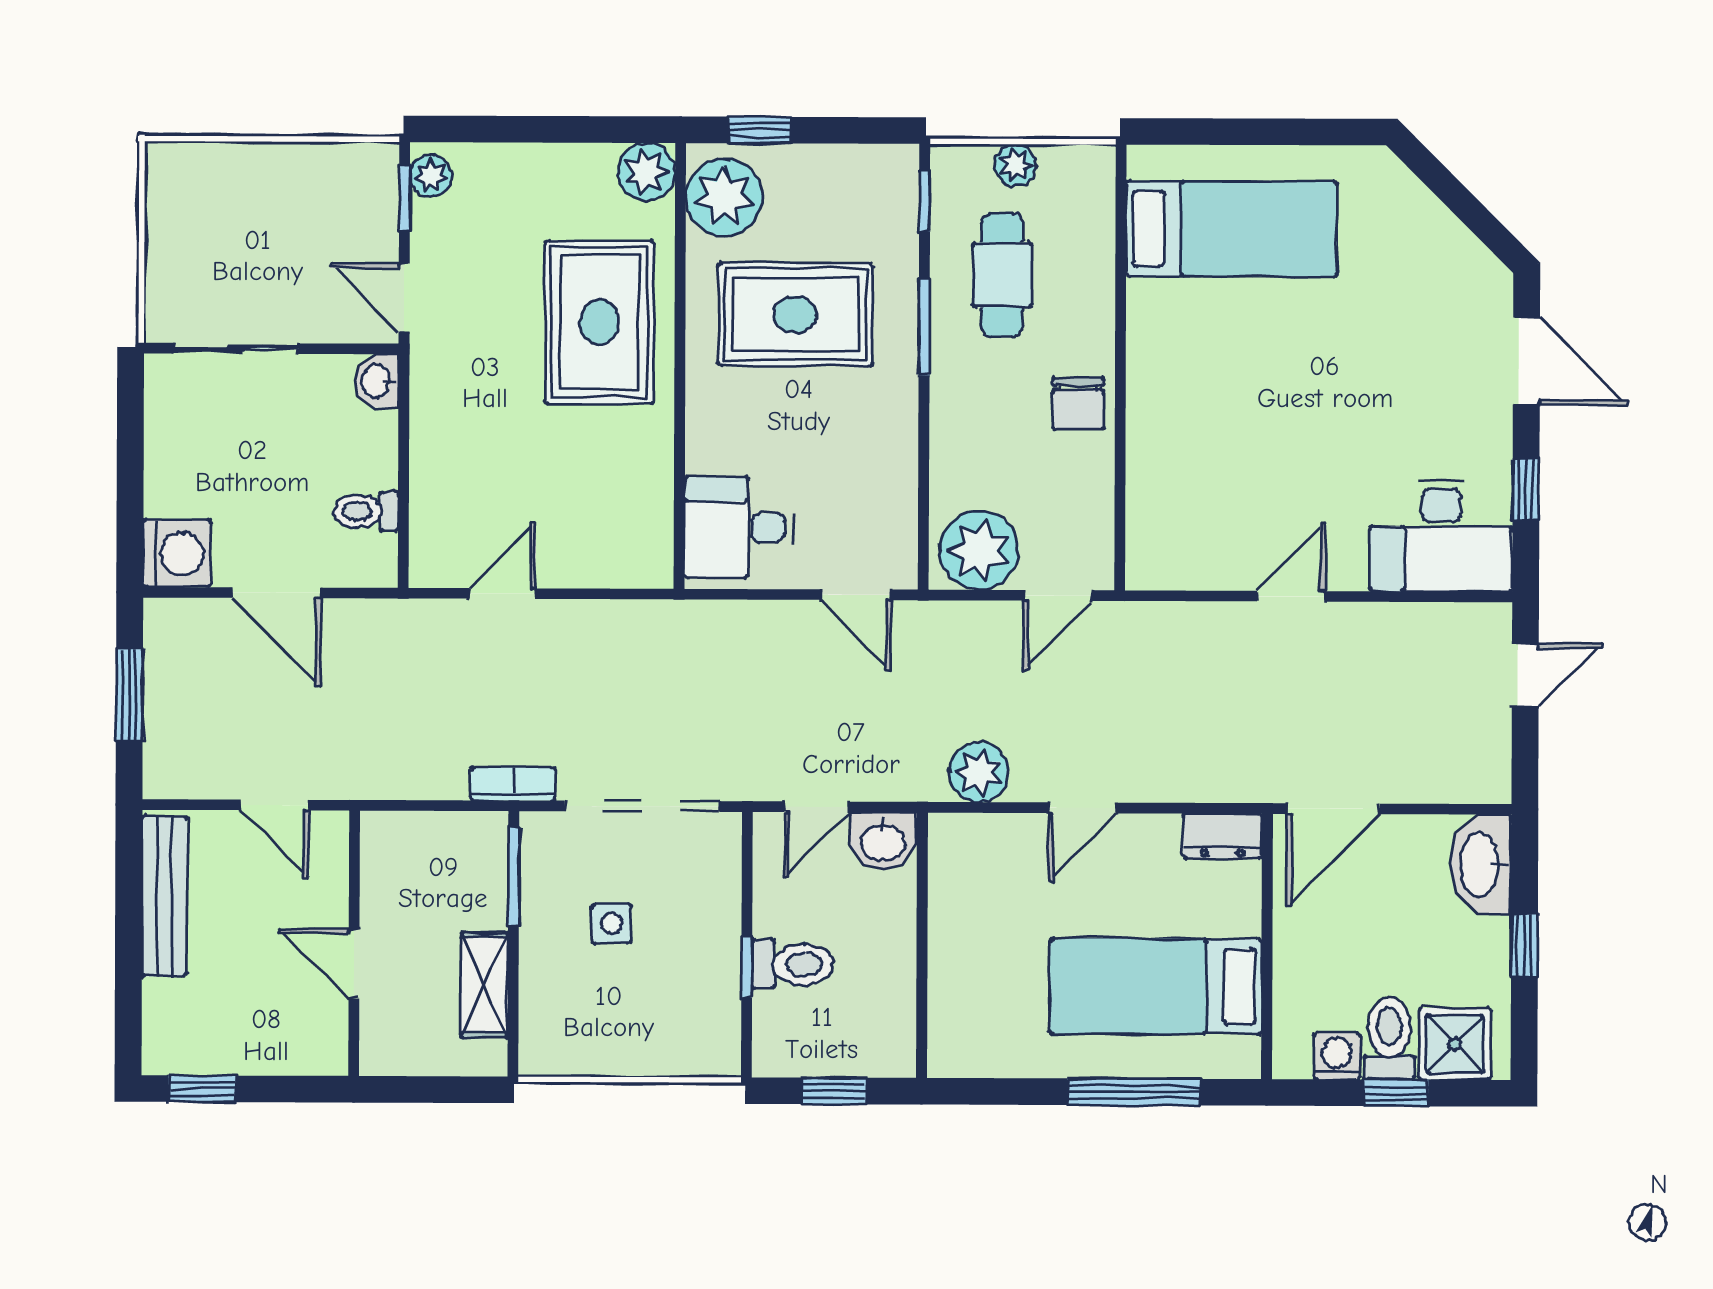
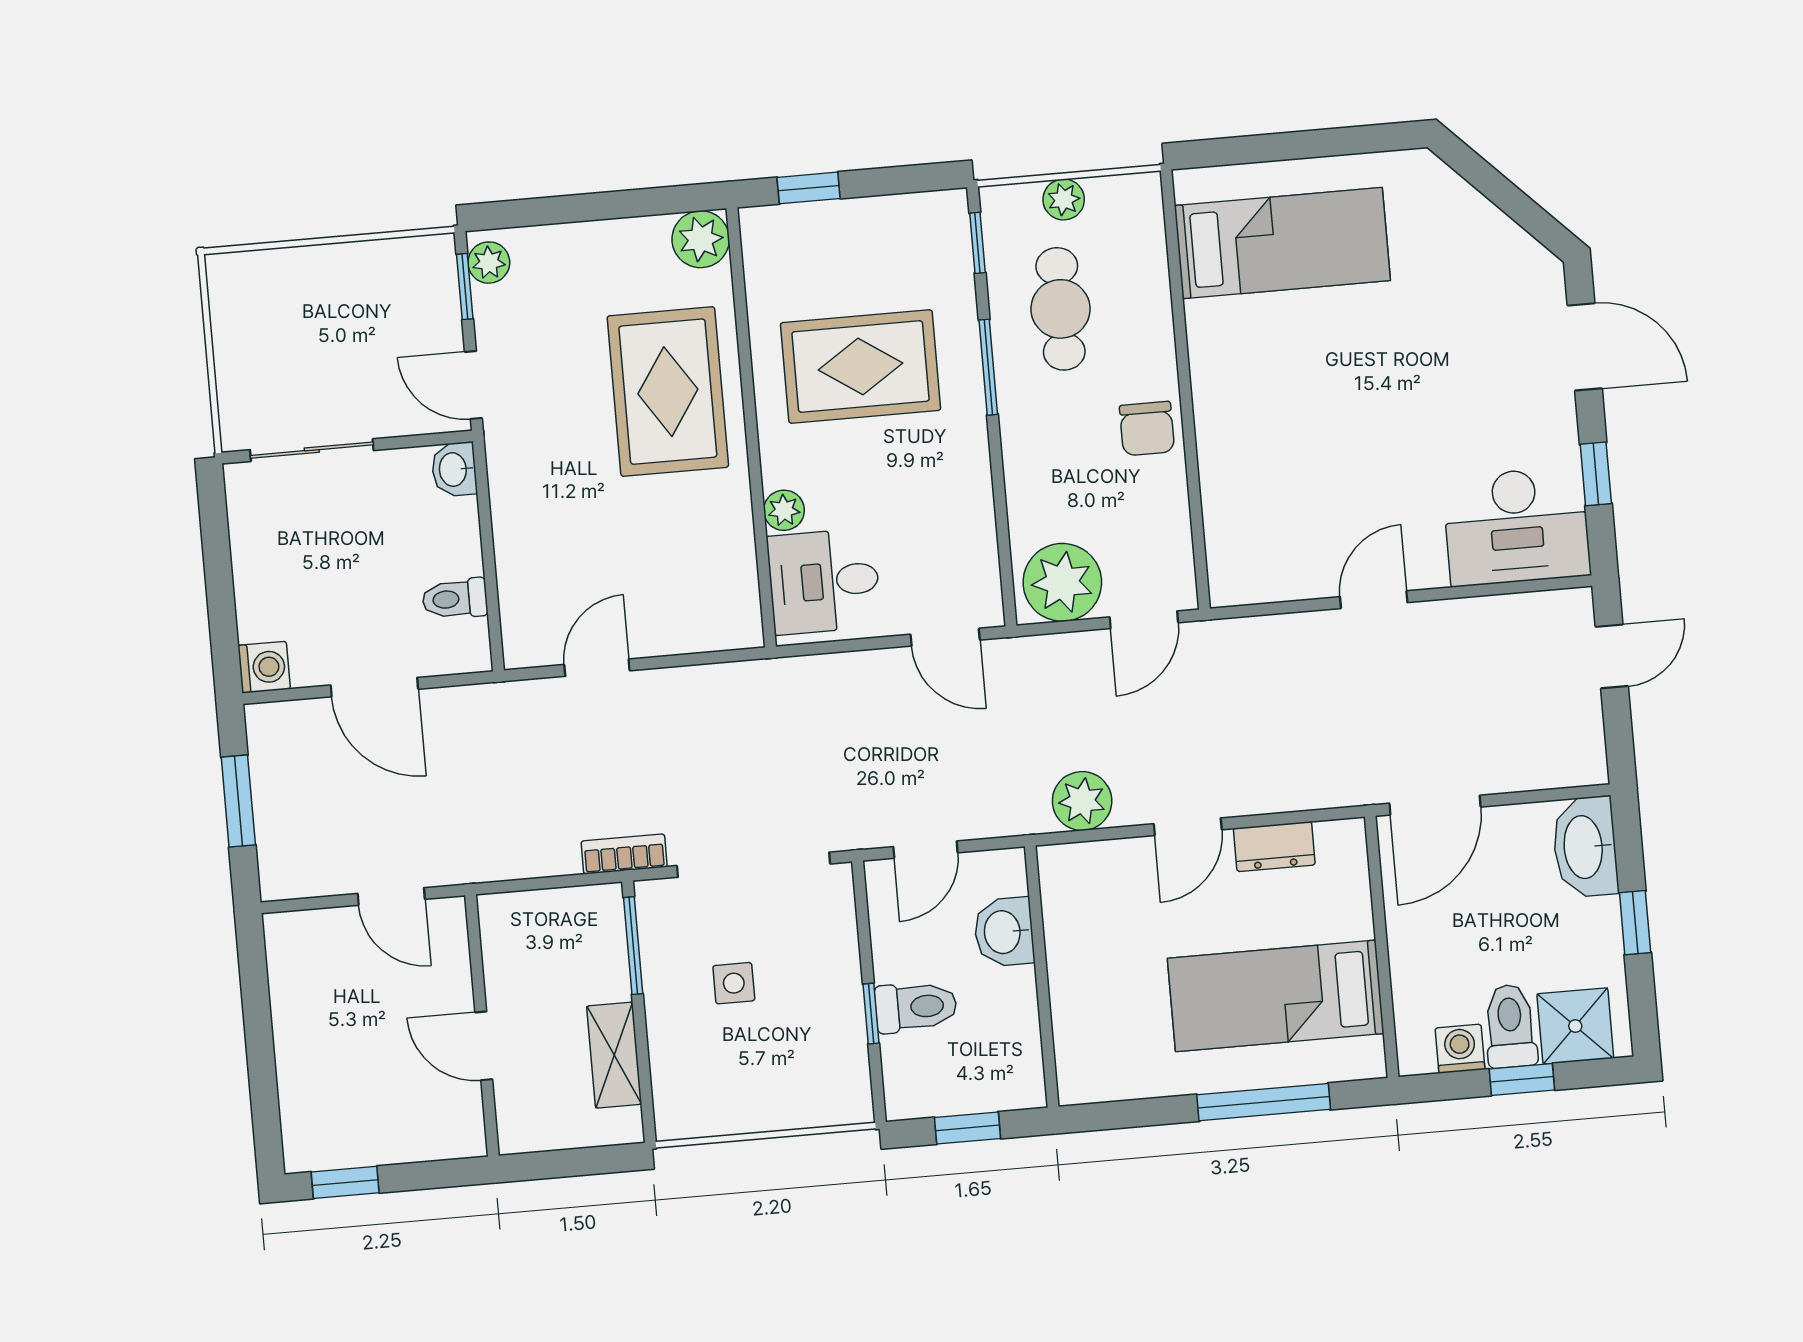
plant: (724, 197) -> (784, 510), moved, width x0.53, depth x0.53
washing machine: (177, 553) -> (264, 667), width x0.73, depth x0.73
dresser: (1223, 836) -> (1274, 847), moved
washbasin: (883, 841) -> (1004, 932), moved, turned 90
bench: (164, 896) -> (291, 996), removed

